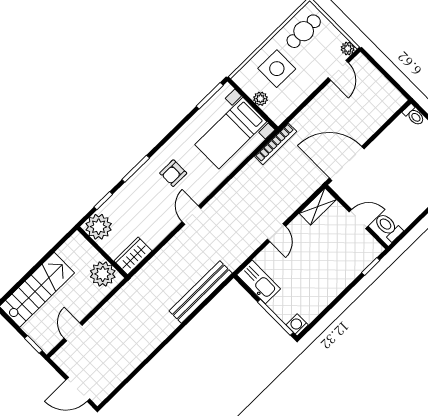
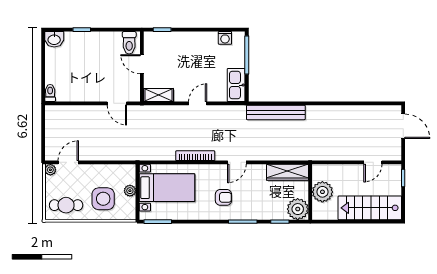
bookcase: (276, 144) -> (195, 156), moved
door: (347, 163) -> (117, 103), width x0.53
wardrobe: (133, 256) -> (287, 172), width x1.50
plant: (103, 274) -> (322, 192), moved
washing machine: (297, 325) -> (225, 38), moved

